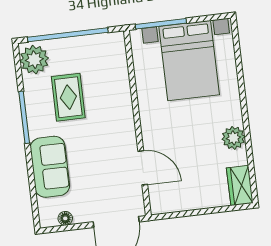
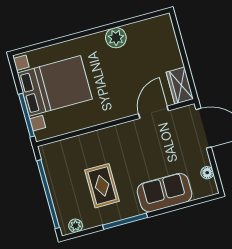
plant: (34, 60) -> (76, 226), width x0.53, depth x0.53
rug: (68, 97) -> (102, 186), turned 90
wardrobe: (240, 186) -> (180, 86), moved, turned 90

